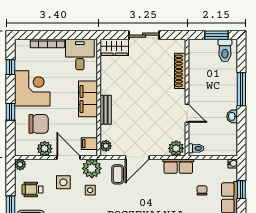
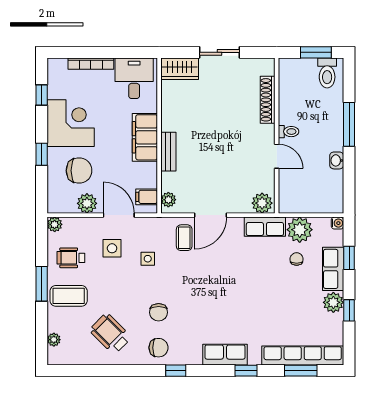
toilet: (196, 148) -> (289, 132), moved
plant: (92, 168) -> (300, 230), moved

